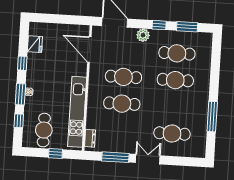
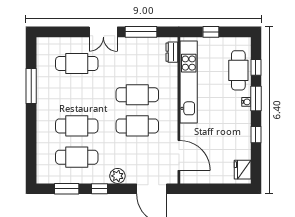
fridge: (35, 44) -> (243, 170), moved
cafe table: (44, 130) -> (238, 70), moved

